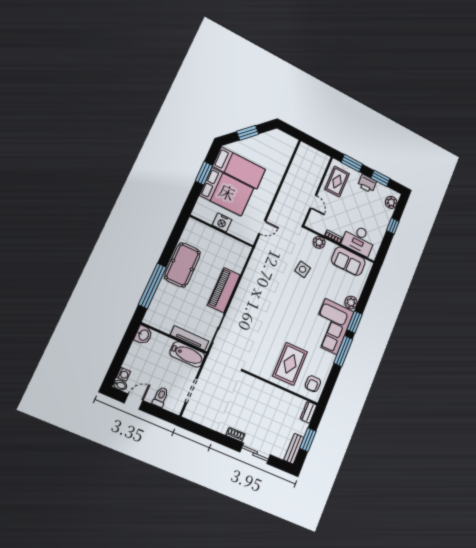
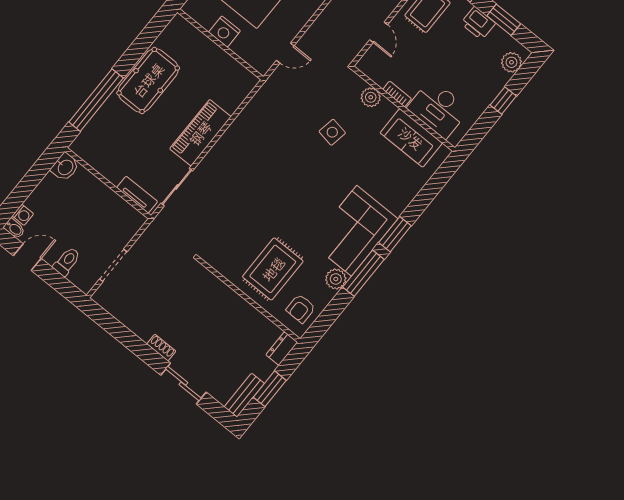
plant: (351, 303) -> (336, 279), moved
tv unit: (190, 338) -> (137, 195), width x0.71
bathtub: (187, 354) -> (121, 212), removed

